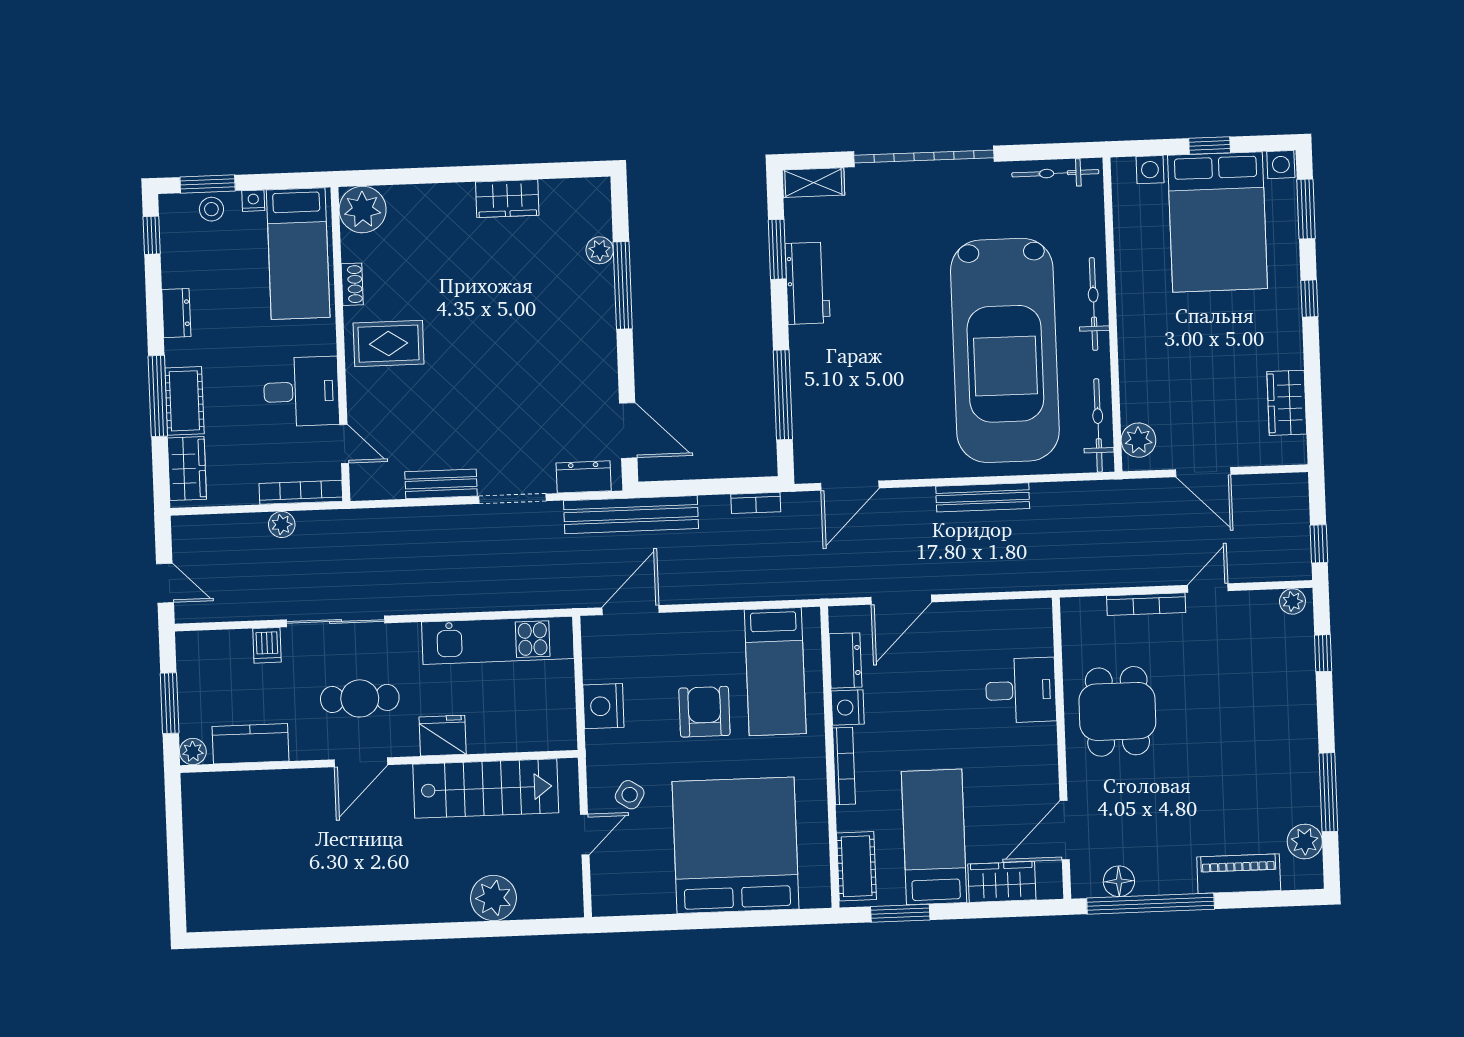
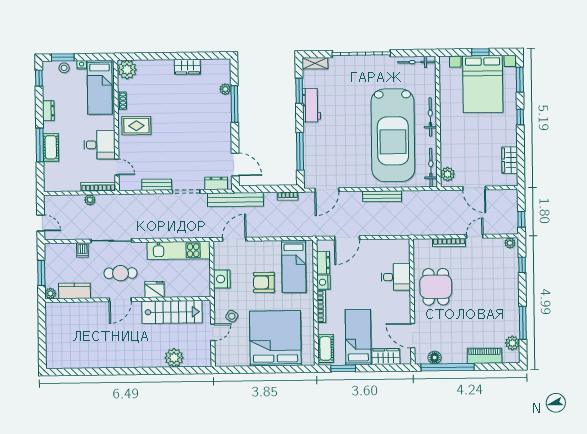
wardrobe: (187, 469) -> (51, 176), removed
armchair: (704, 712) -> (264, 282), turned -90
door: (1065, 830) -> (413, 336), hinge flipped

